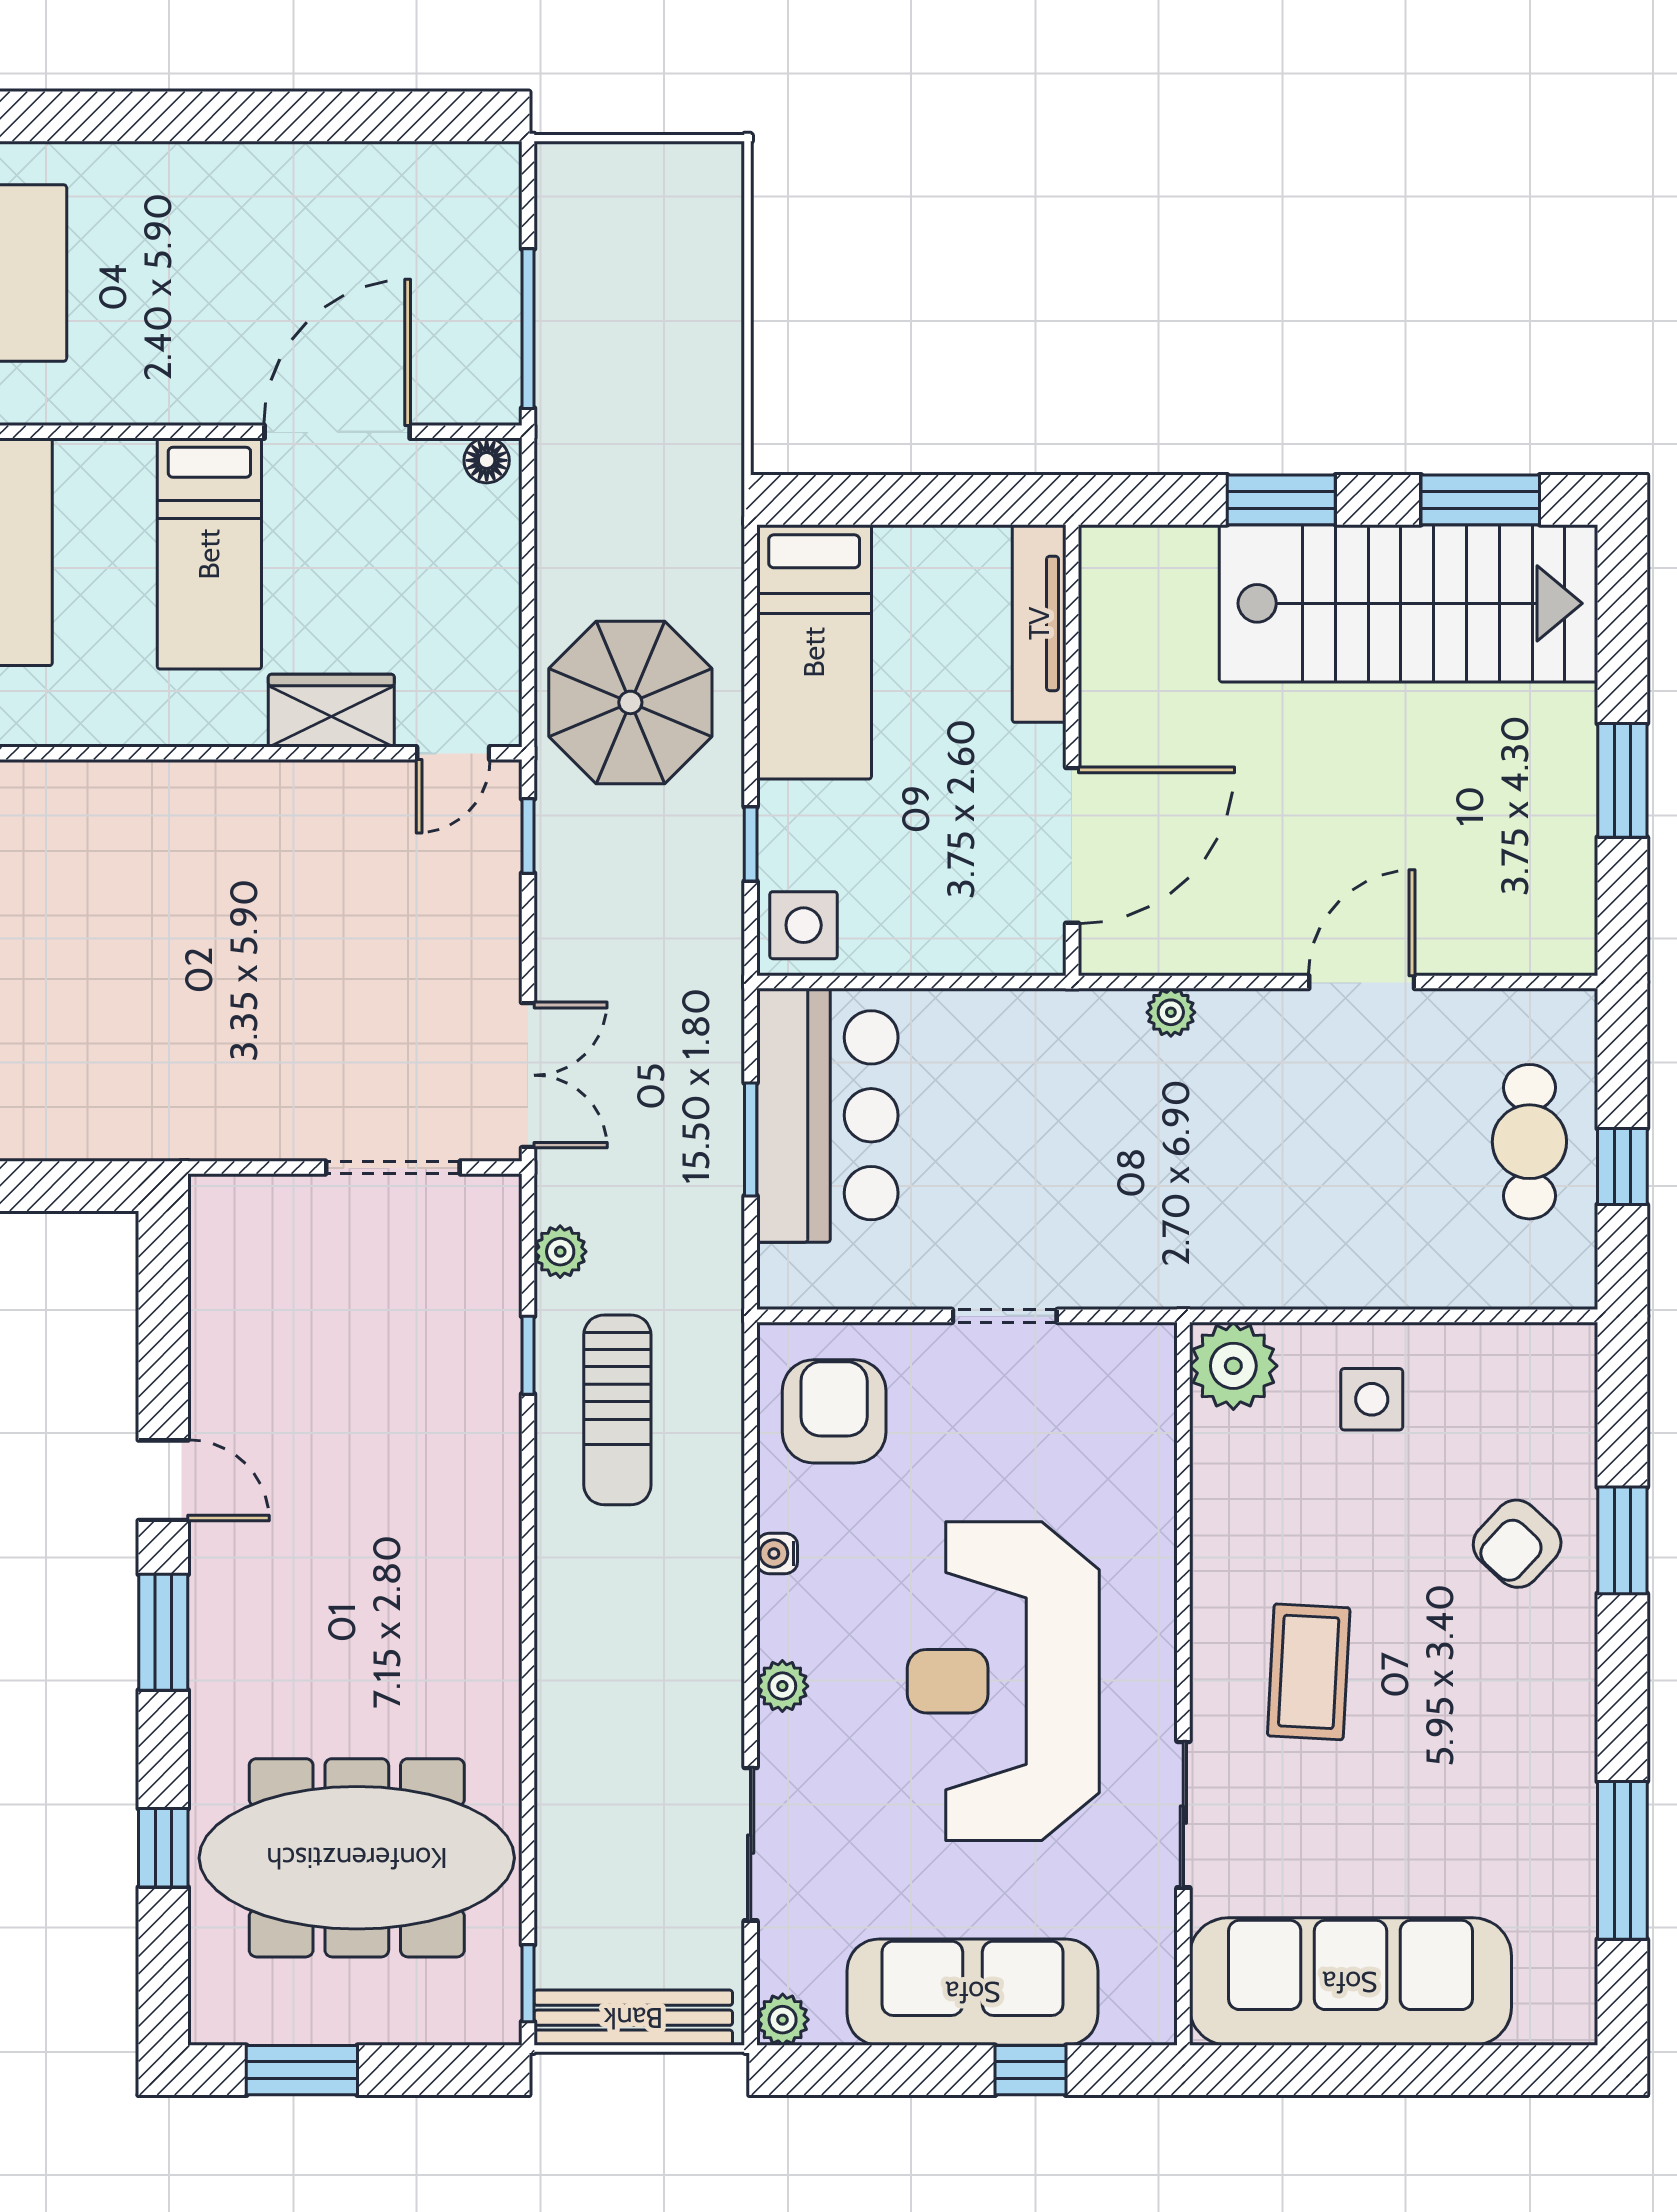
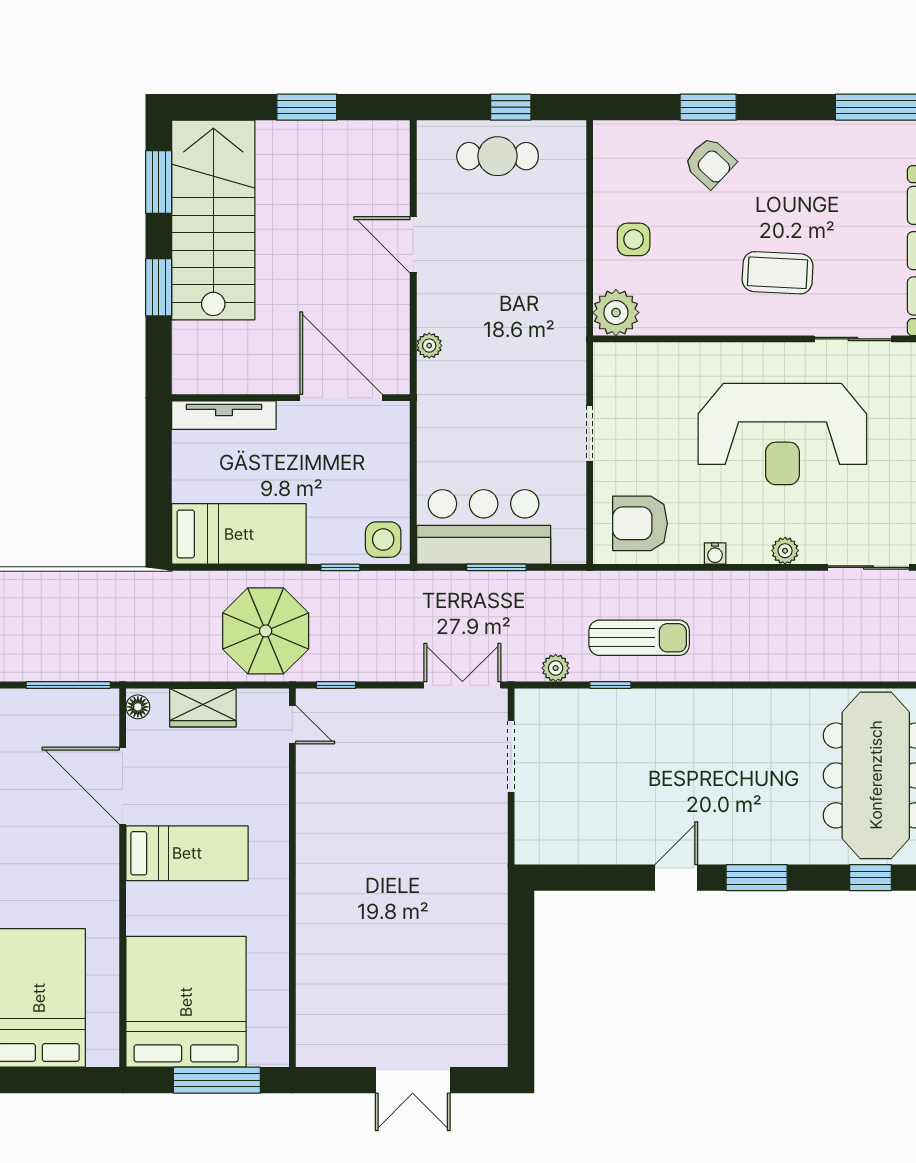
wardrobe: (331, 711) -> (203, 708), moved, turned -90

